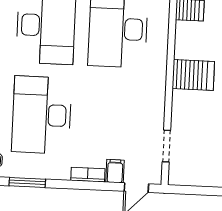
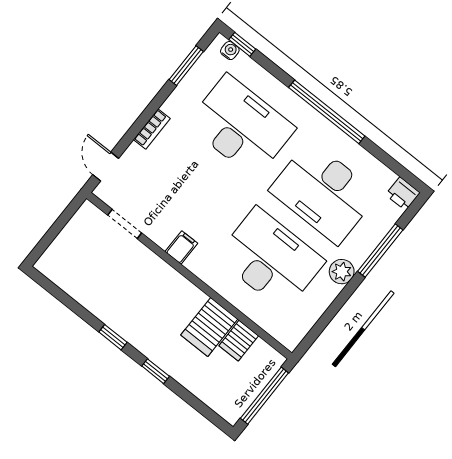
server rack: (193, 75) -> (209, 327), moved
filing cabinet: (115, 171) -> (181, 247), moved, turned -90

